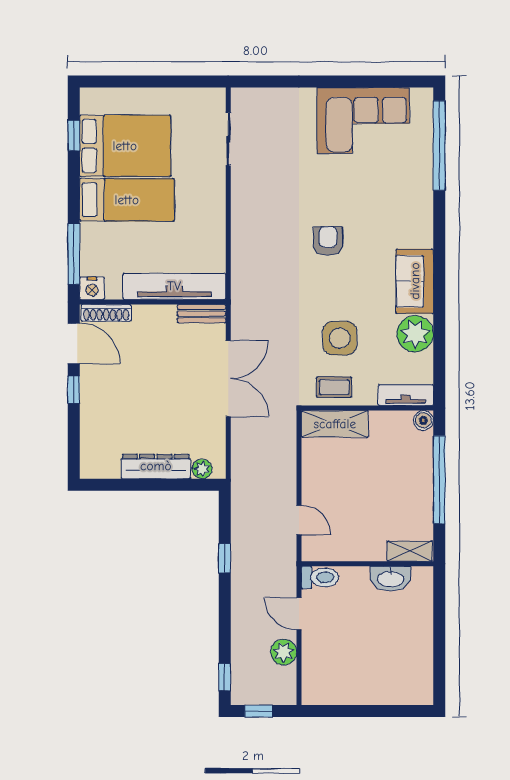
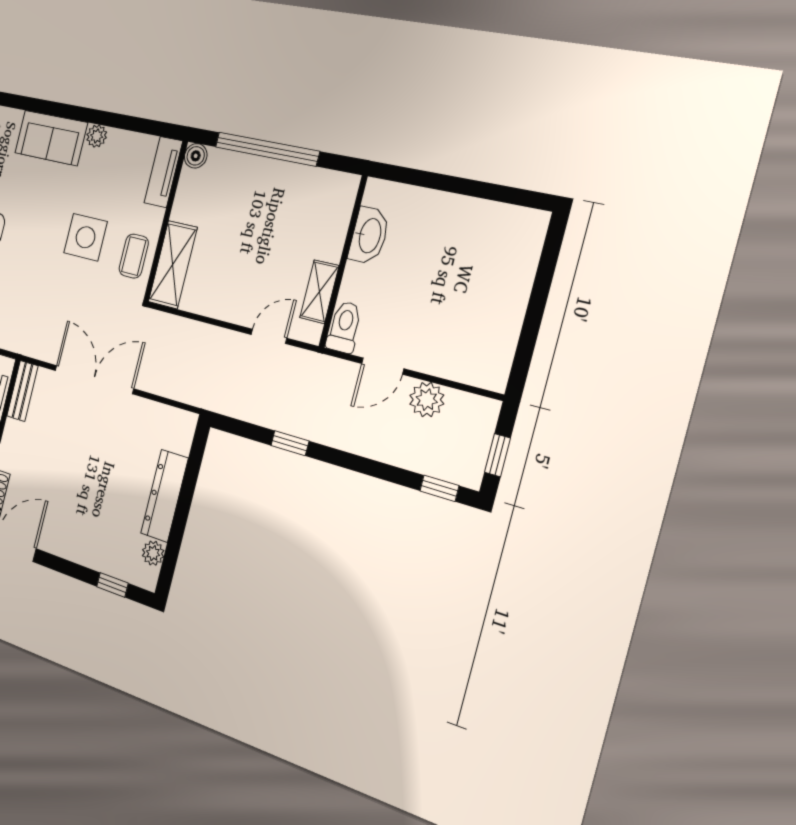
plant: (415, 334) -> (97, 136), width x0.53, depth x0.53
window: (74, 390) -> (112, 585), moved
plant: (202, 469) -> (153, 553), moved
shelving: (410, 551) -> (319, 292), moved

